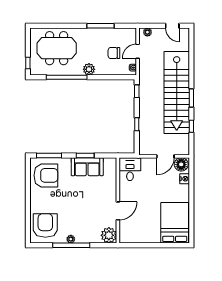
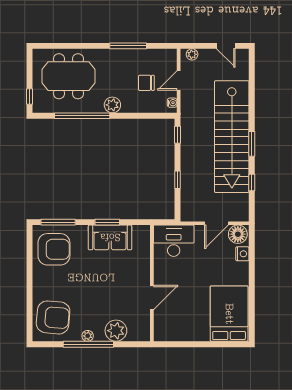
desk: (130, 169) -> (174, 241), width x1.37
armchair: (45, 226) -> (53, 317), turned 95
plant: (109, 235) -> (116, 331), moved

